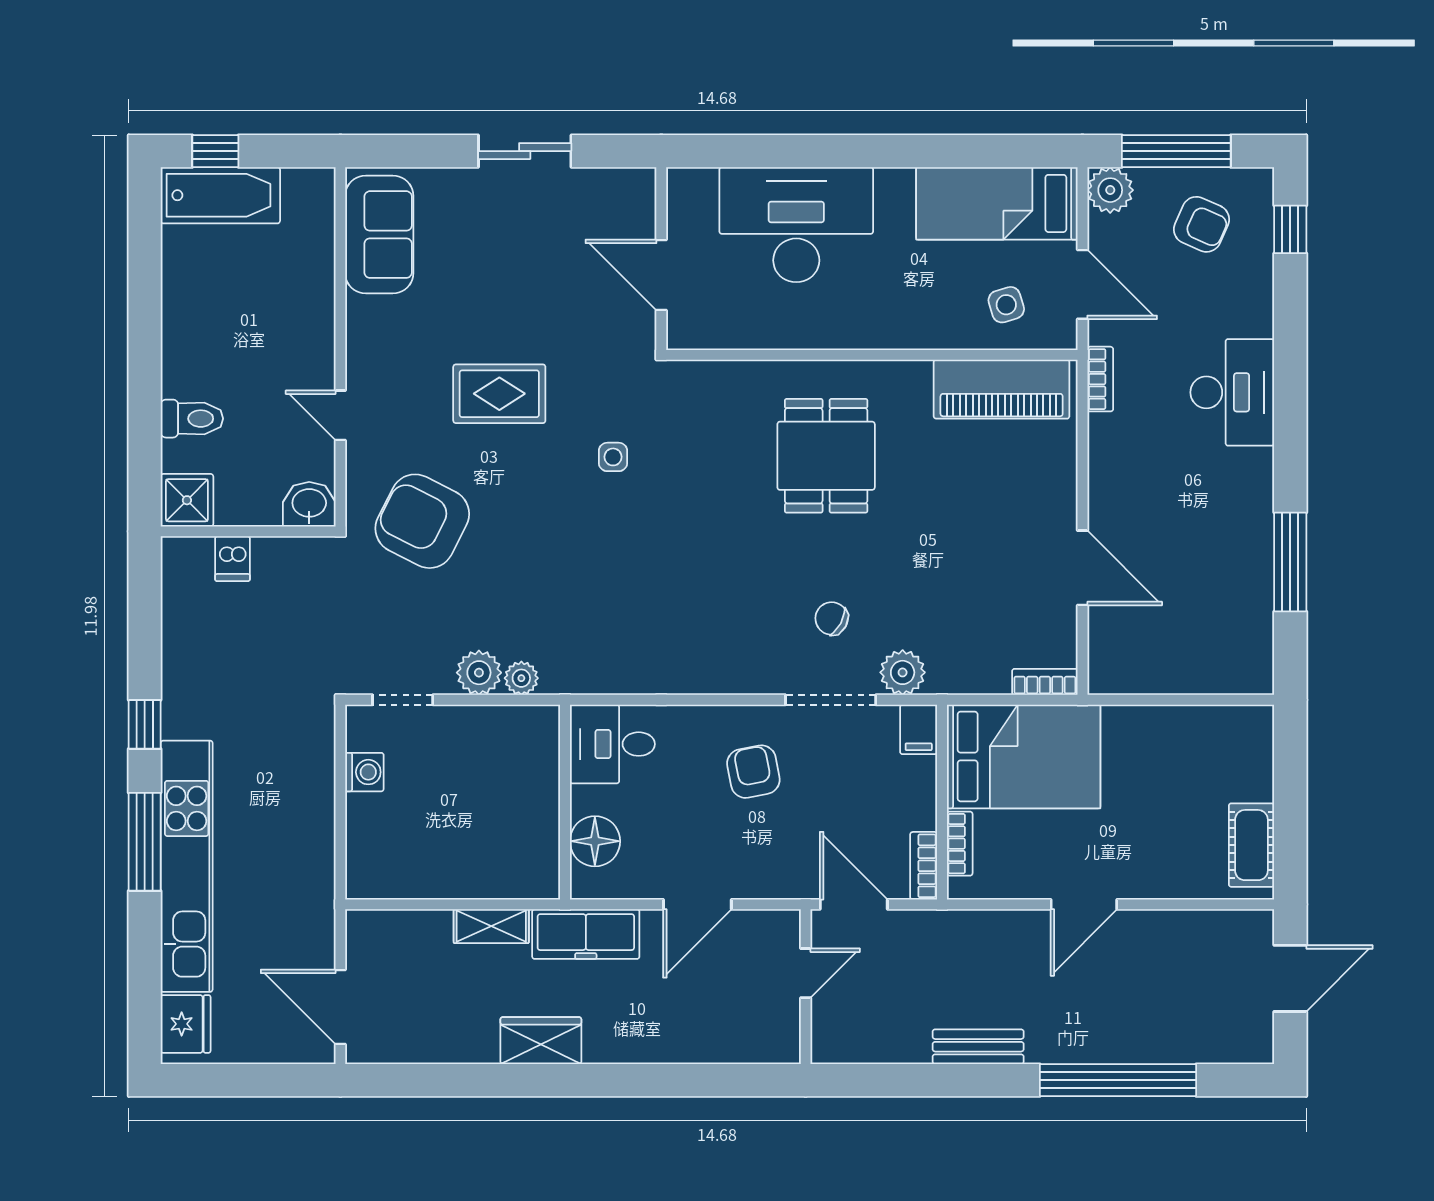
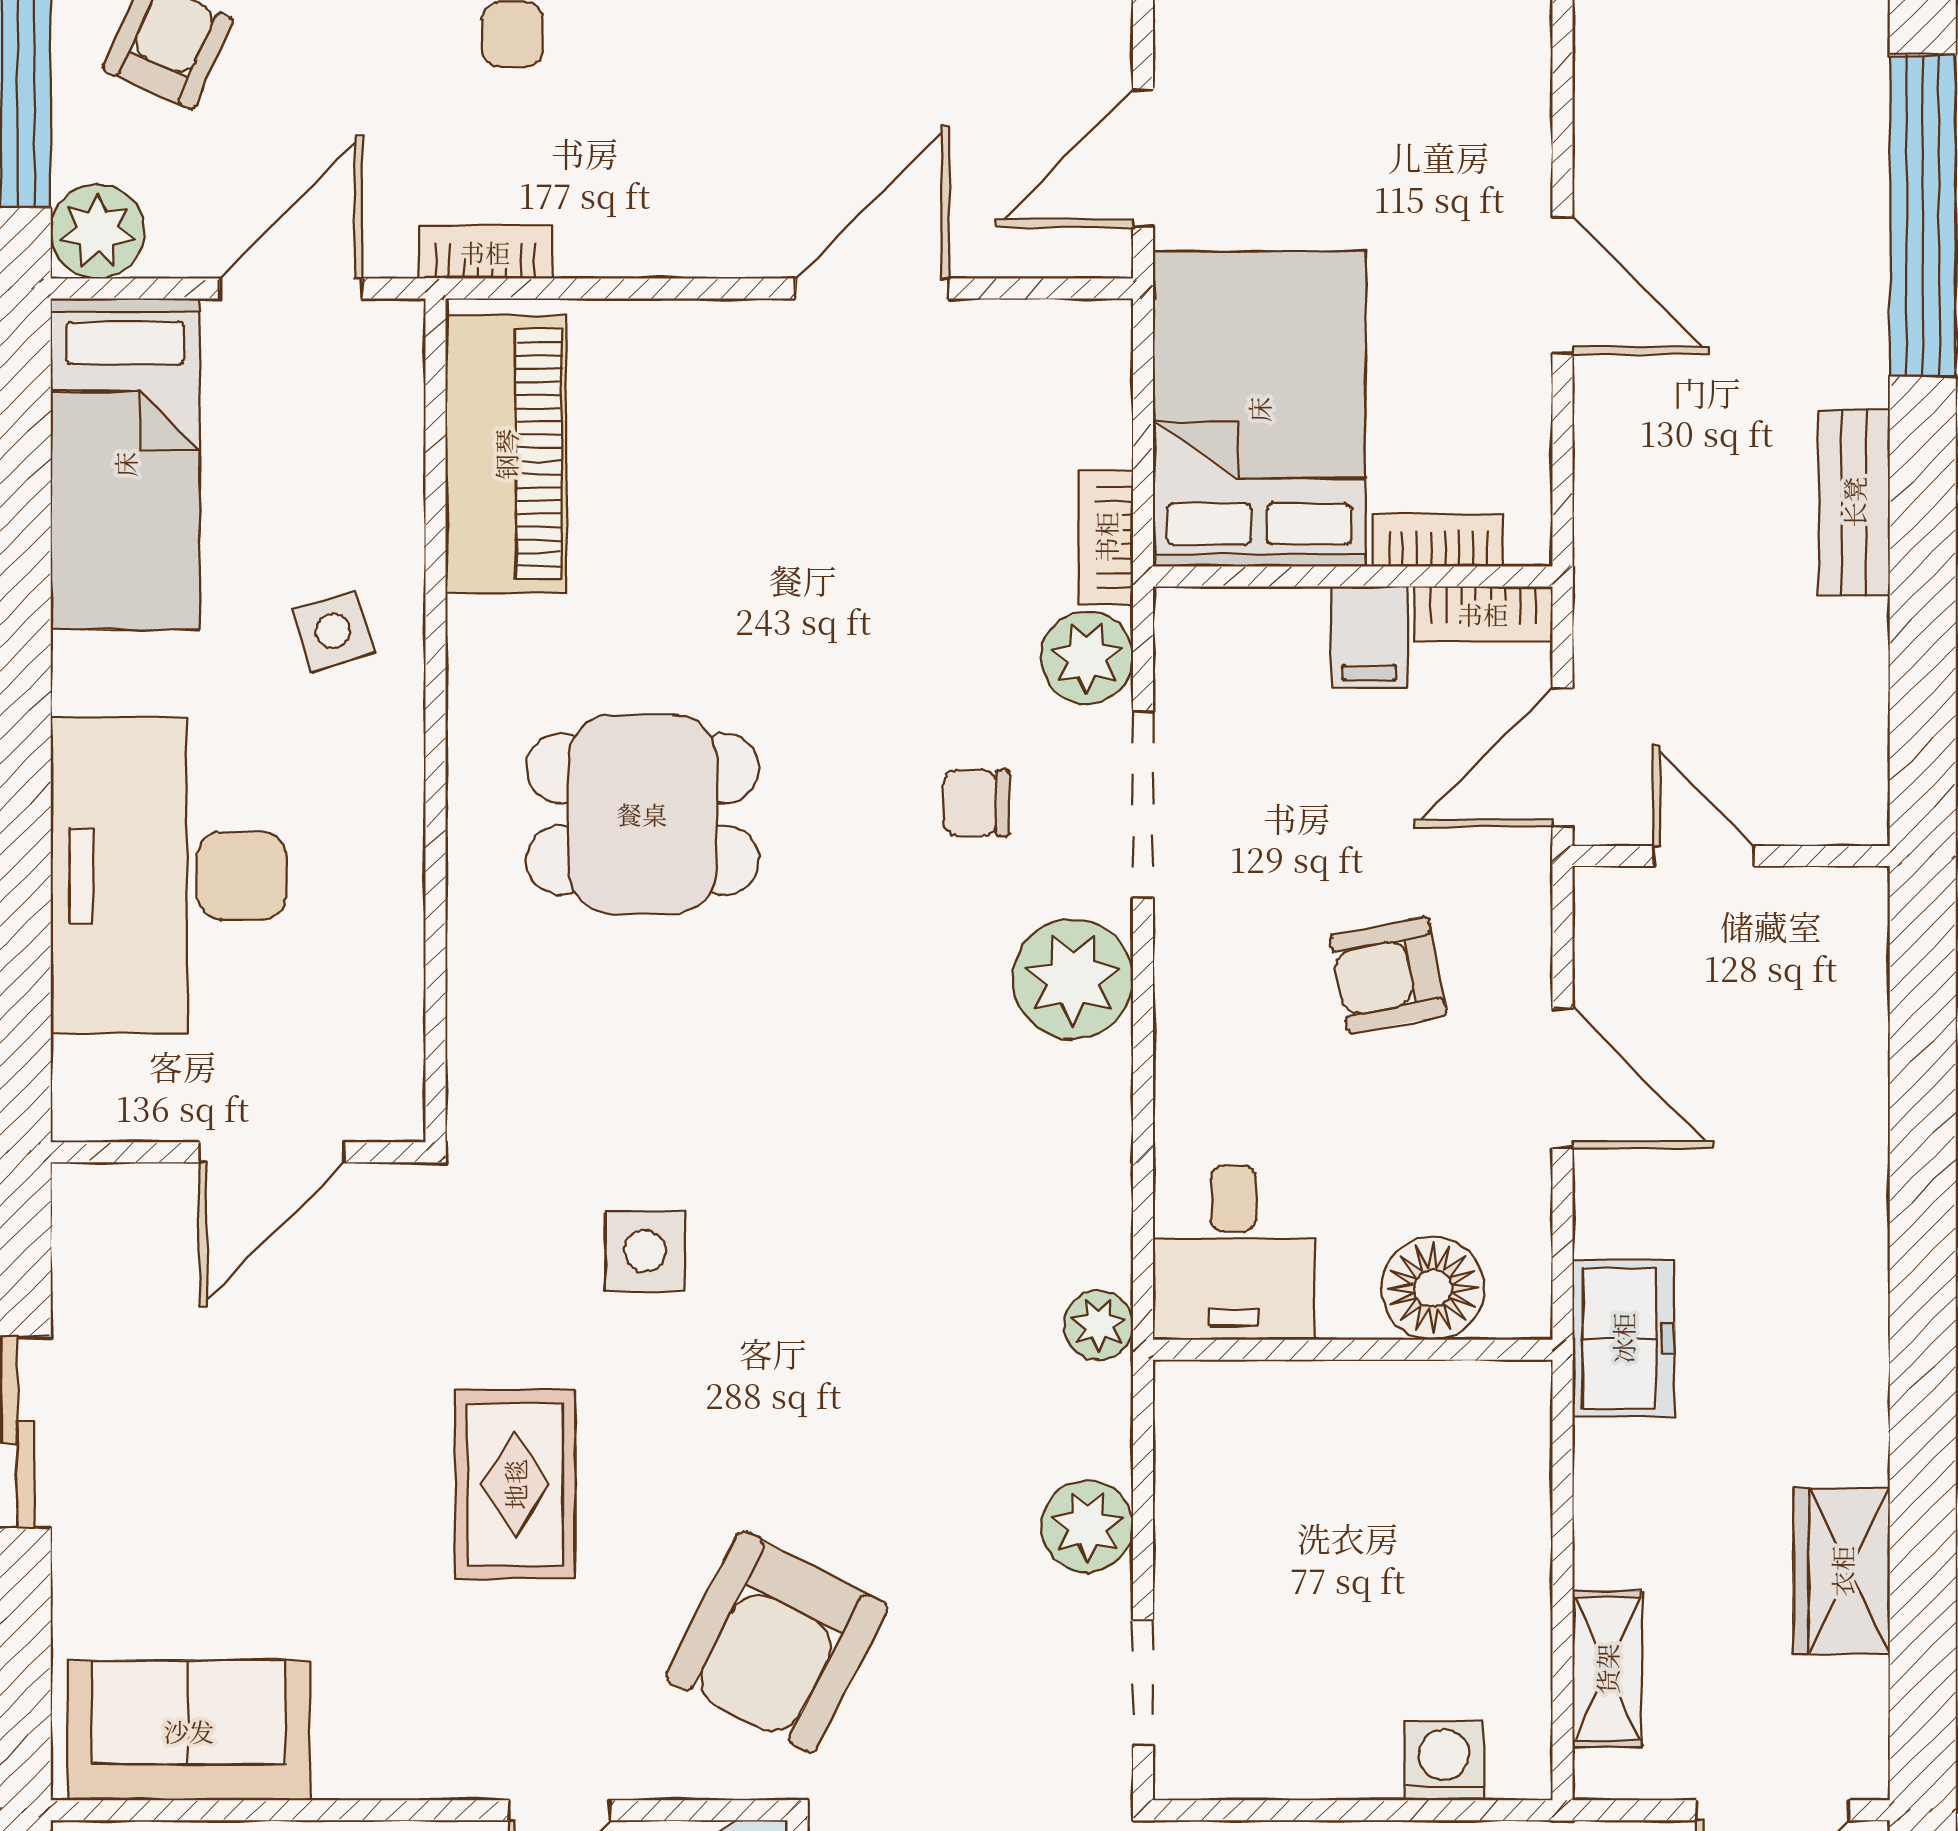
side table: (1006, 305) -> (333, 631), moved
side table: (613, 457) -> (645, 1251), width x1.37, depth x1.37
chair: (832, 618) -> (976, 803), turned 62
plant: (746, 666) -> (1073, 979), added
plant: (521, 678) -> (1099, 1325), moved
bookcase: (1045, 682) -> (1106, 537), moved
door: (1146, 700) -> (1143, 158), added
filing cabinet: (919, 729) -> (1369, 637), moved, turned 90
washing machine: (364, 772) -> (1444, 1761), moved
armchair: (753, 772) -> (1388, 975), moved
shelving: (491, 926) -> (1607, 1669), moved
freezer: (586, 934) -> (1623, 1338), width x0.71
wardrobe: (541, 1041) -> (1842, 1571), moved

